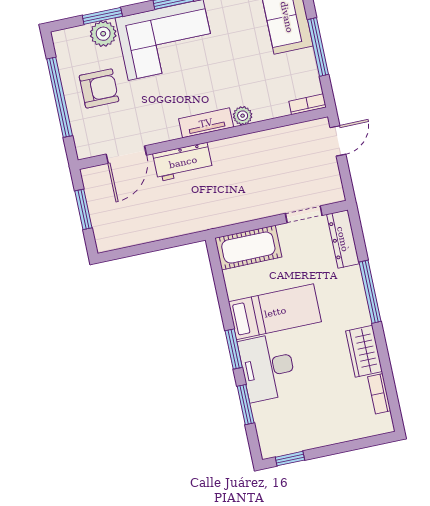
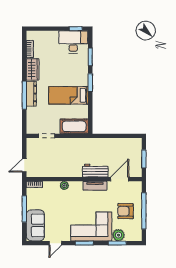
tv unit: (206, 123) -> (95, 186), moved
dresser: (343, 239) -> (31, 94), moved
desk: (268, 367) -> (73, 42), moved, turned -90

